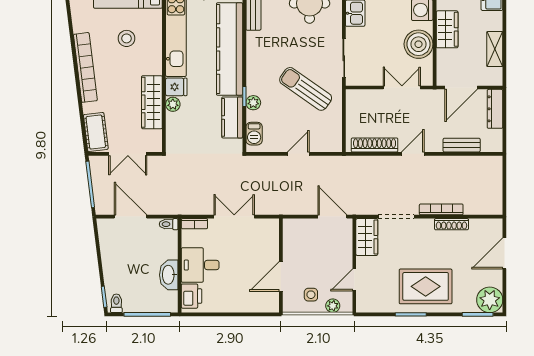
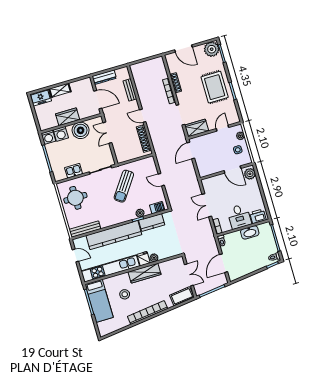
shelving: (495, 49) -> (60, 90), moved
wardrobe: (152, 102) -> (145, 273), moved
door: (354, 280) -> (223, 128), swing flipped
plant: (265, 303) -> (250, 174), added

